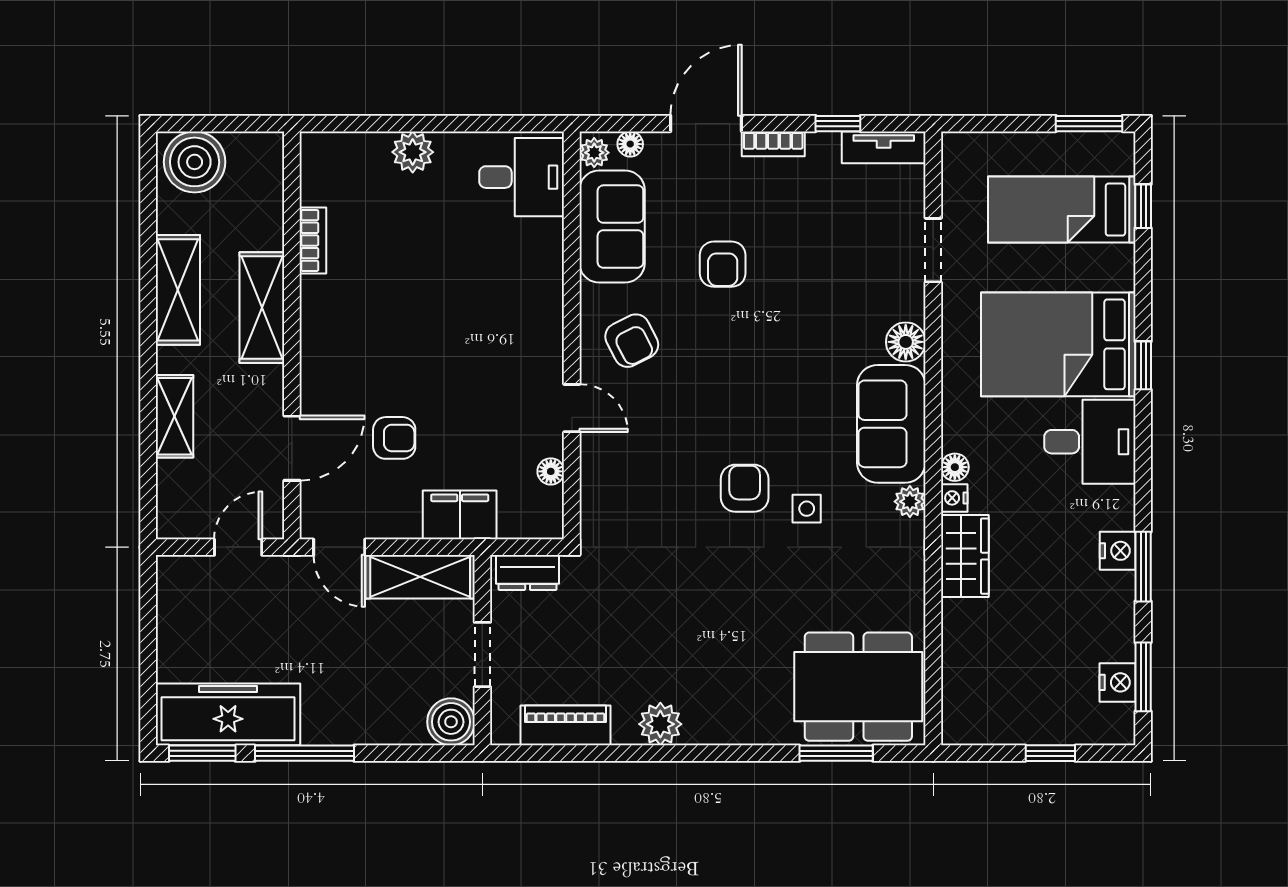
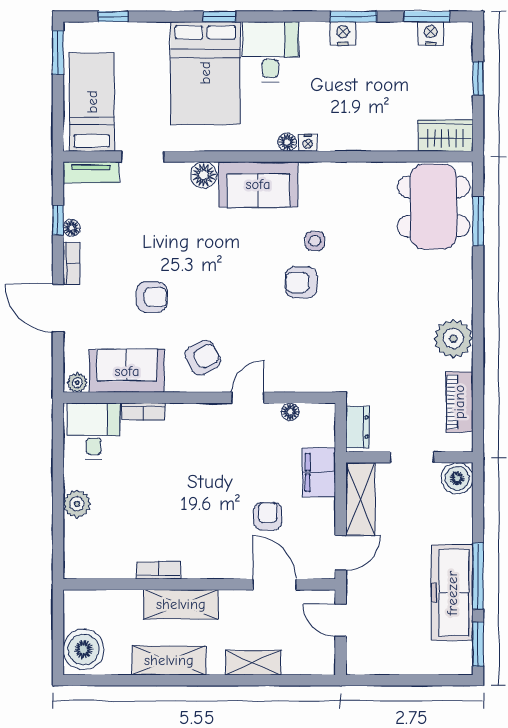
floor lamp: (630, 144) -> (72, 228), moved
tv unit: (884, 147) -> (91, 172), moved, turned 90
bed: (1062, 210) -> (92, 102), moved, turned 180
bookcase: (313, 240) -> (159, 570), moved
bookcase: (551, 252) -> (144, 412), added
plant: (910, 502) -> (310, 172), removed
wardrobe: (965, 556) -> (445, 135), moved
freezer: (228, 714) -> (452, 593), moved
plant: (660, 724) -> (453, 339), width x1.36, depth x1.36

